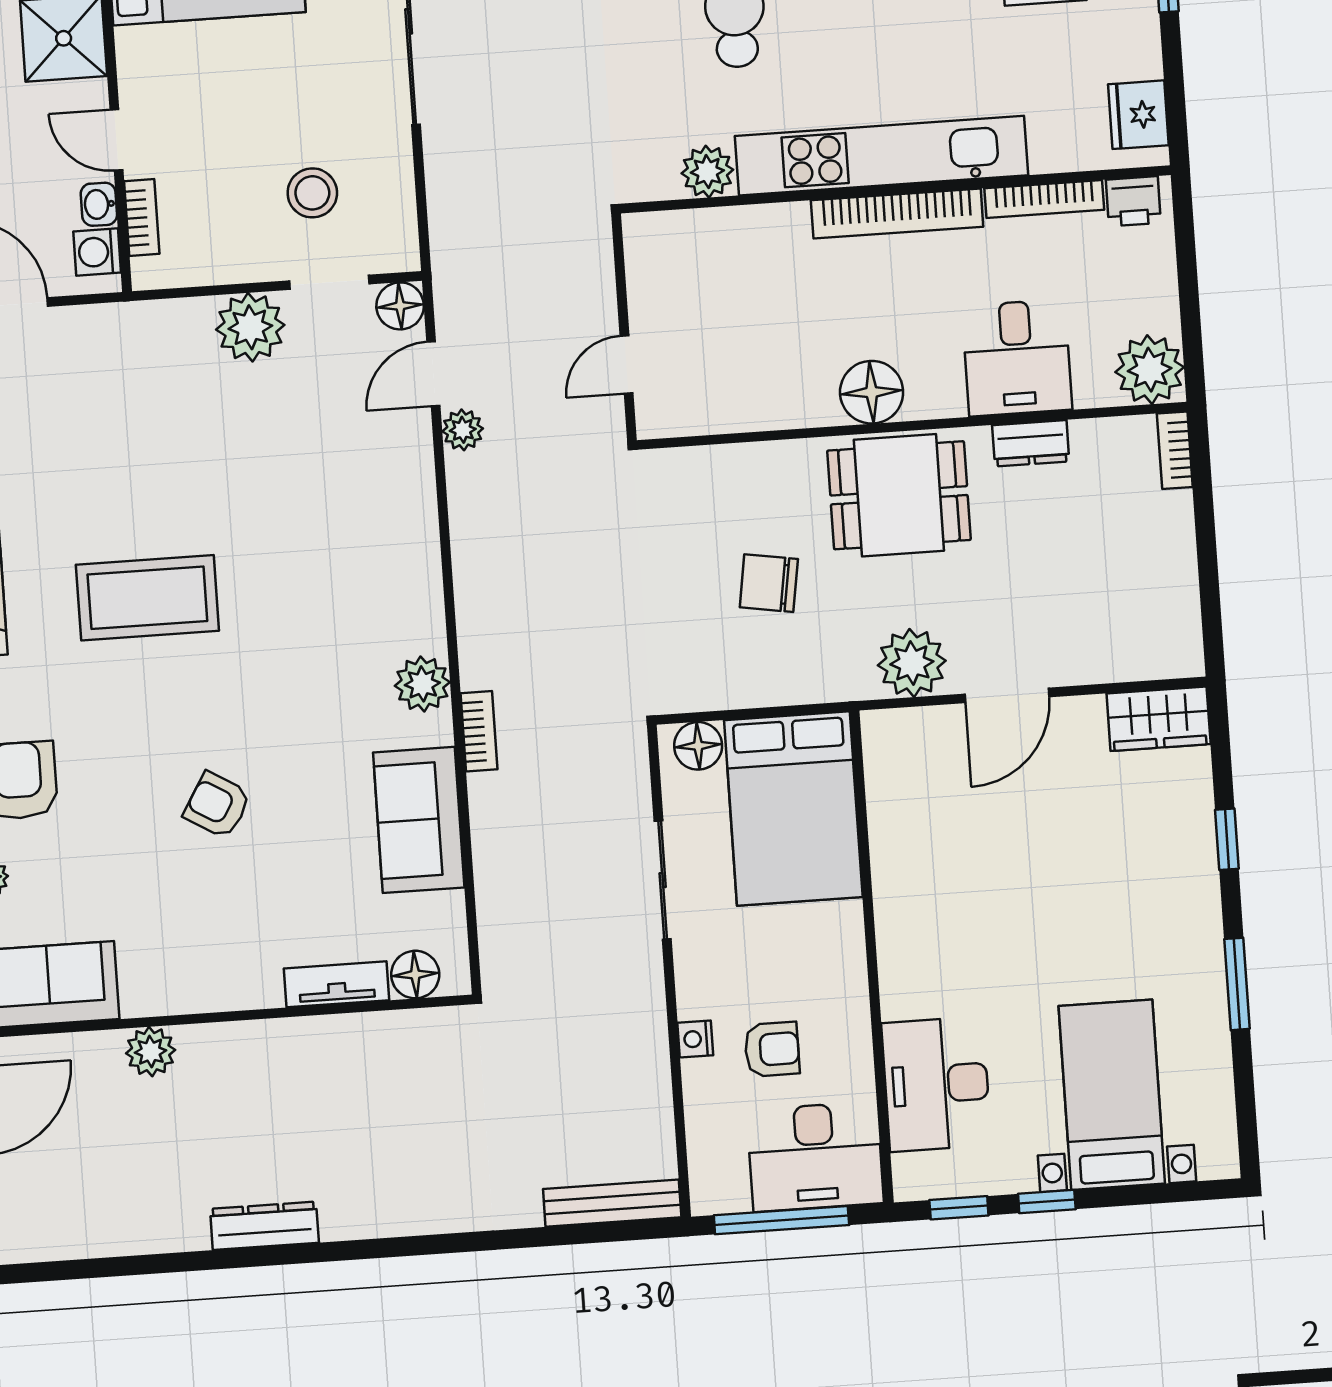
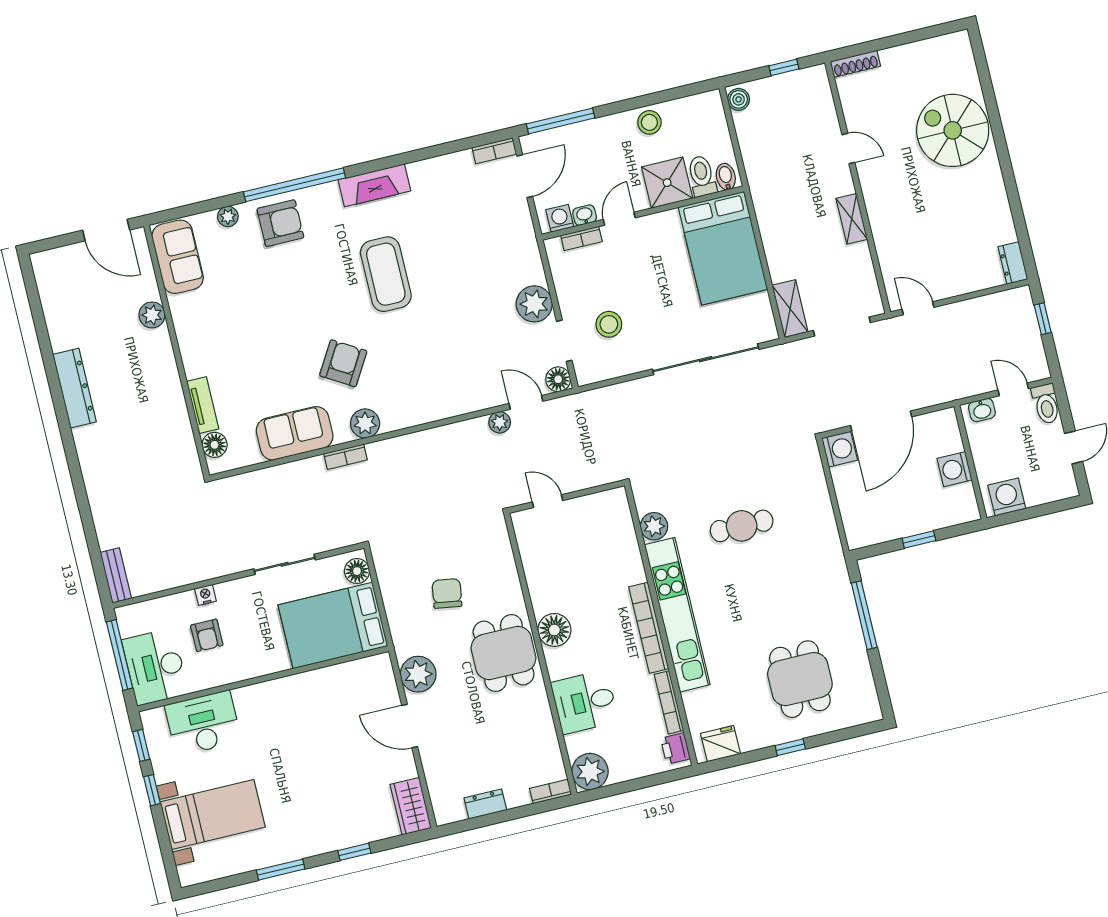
dresser: (1031, 443) -> (485, 804), moved, turned 90
armchair: (217, 805) -> (343, 363), moved, width x1.38, depth x1.38
bench: (612, 1203) -> (116, 575), width x0.73
dresser: (264, 1226) -> (75, 388), width x1.37, depth x1.24

